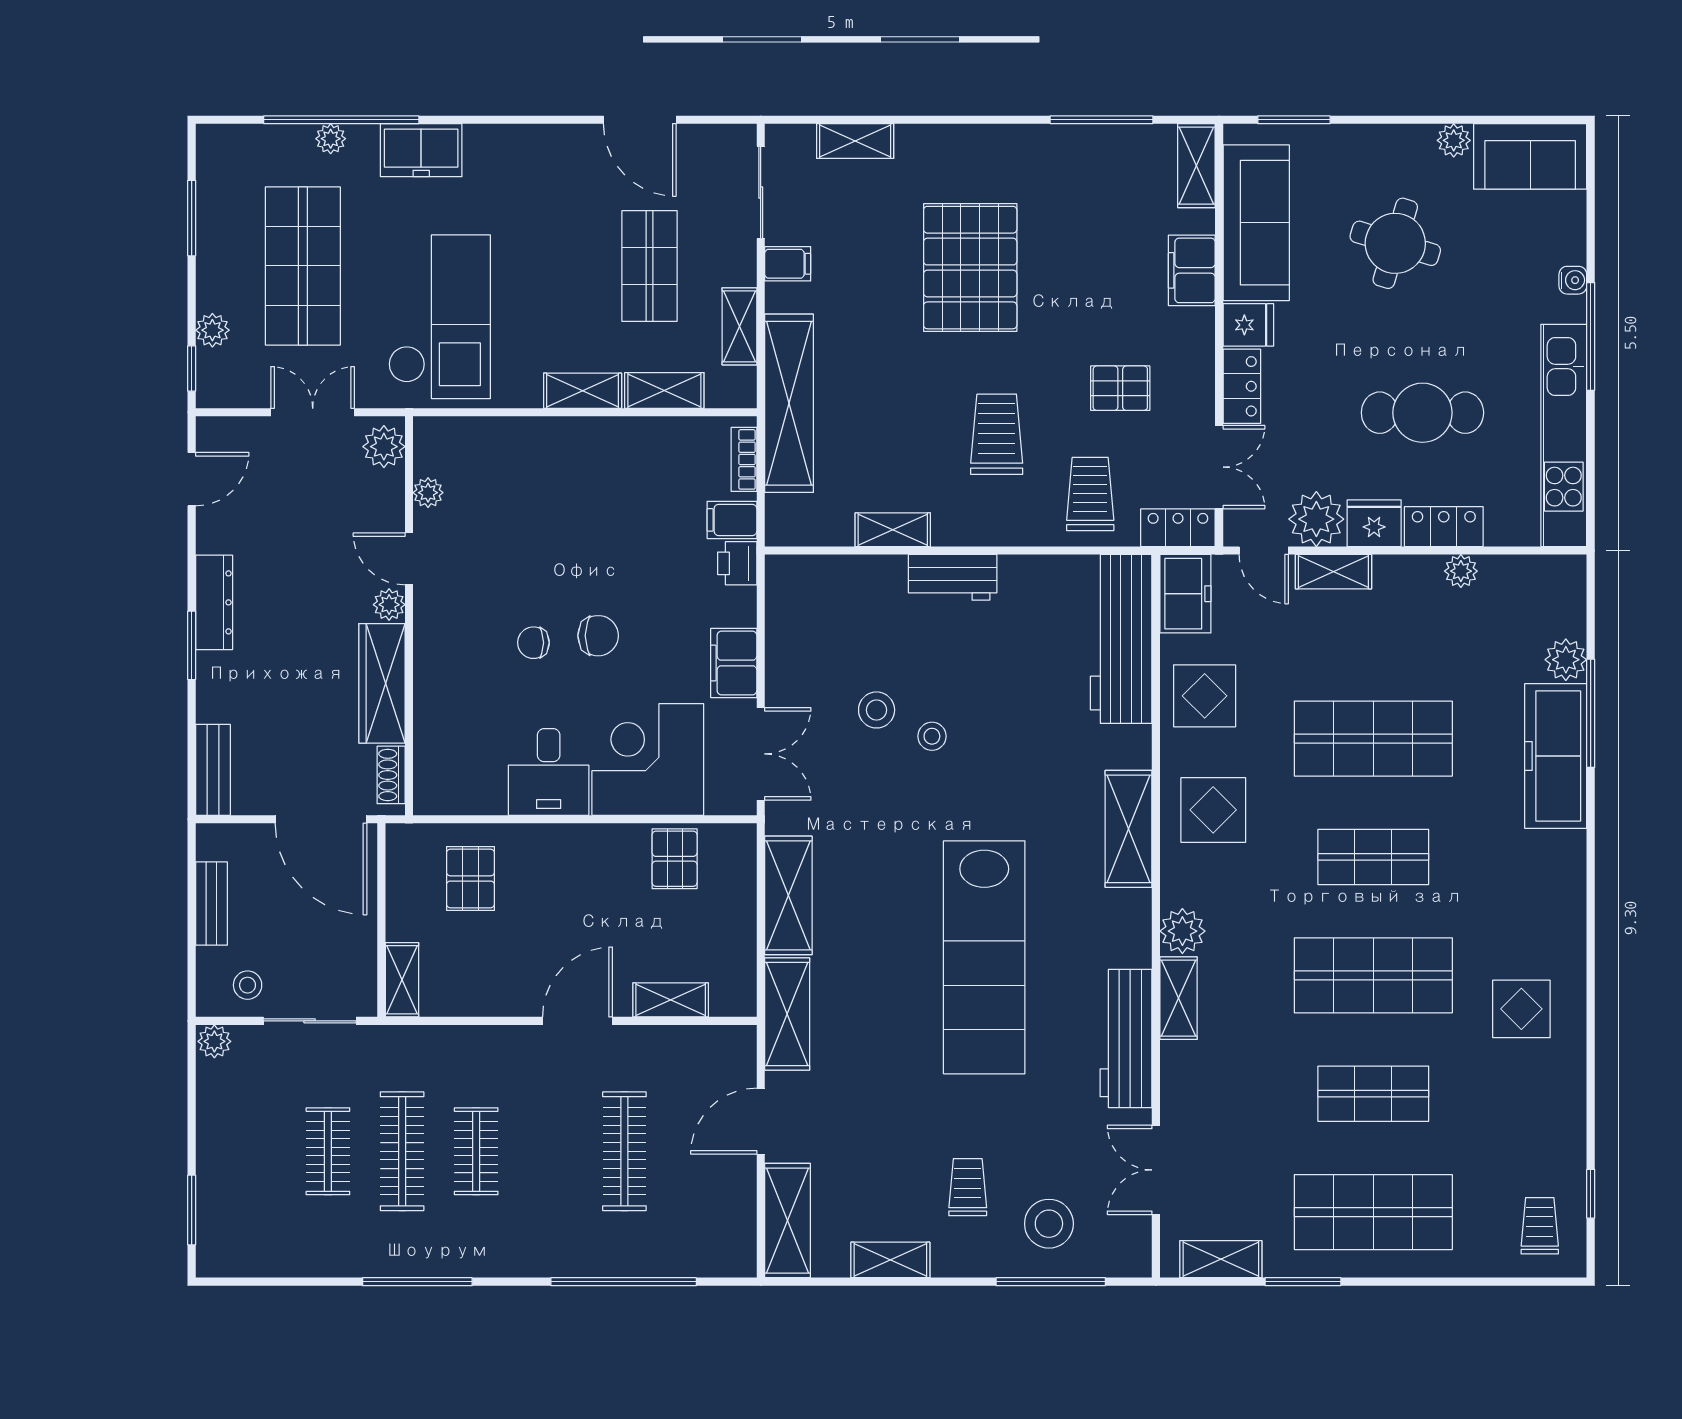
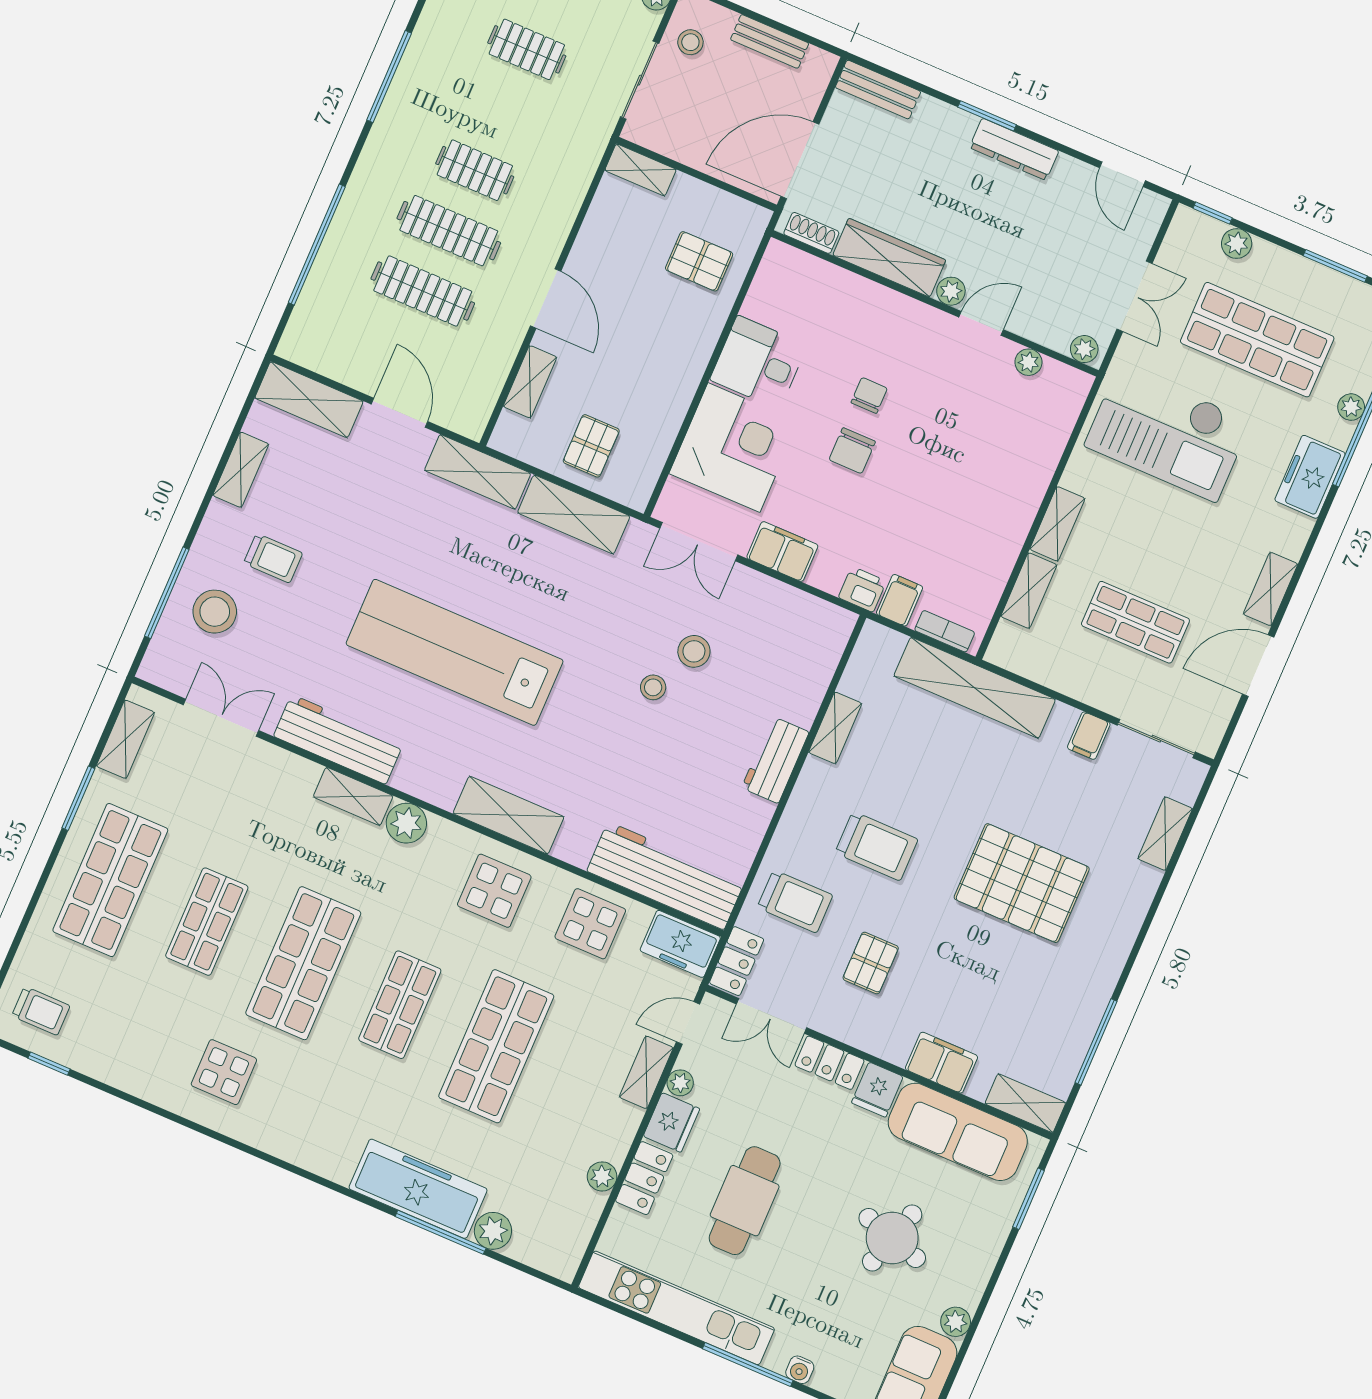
shelving: (739, 326) -> (1270, 589), moved, turned 90
plant: (384, 447) -> (1084, 349), width x0.73, depth x0.73
plant: (1316, 519) -> (680, 1083), width x0.53, depth x0.53
pallet: (675, 859) -> (591, 446), moved, turned 90
clothes rail: (402, 1151) -> (449, 231), moved

